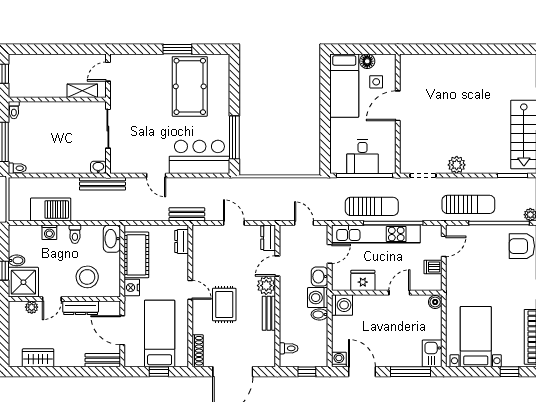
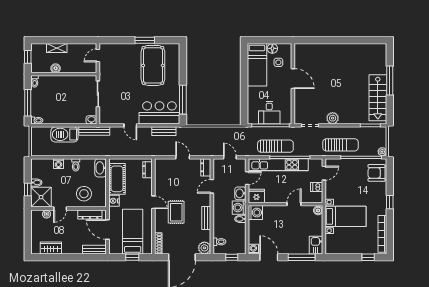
boiler: (45, 91) -> (56, 68), added
shelving: (82, 91) -> (57, 48), moved
door: (398, 106) -> (293, 79), swing flipped
barbecue: (51, 209) -> (64, 134), moved, turned 180
bench: (187, 214) -> (164, 131), moved
fridge: (363, 280) -> (256, 196), moved
plant: (266, 286) -> (204, 248), moved
dresser: (81, 308) -> (90, 214), moved
bed with nightstands: (476, 337) -> (345, 216), moved, turned 90

